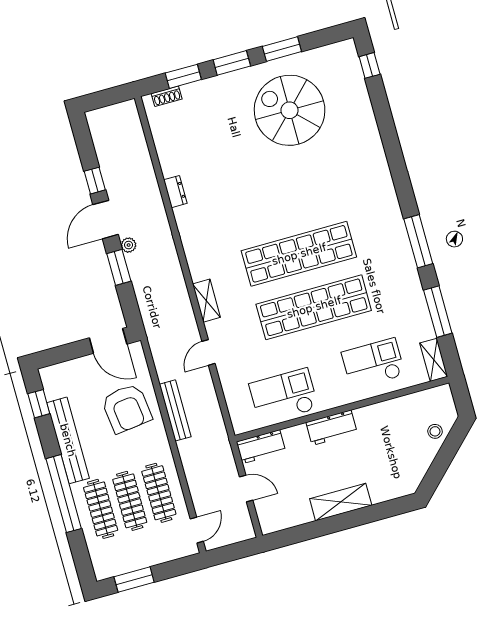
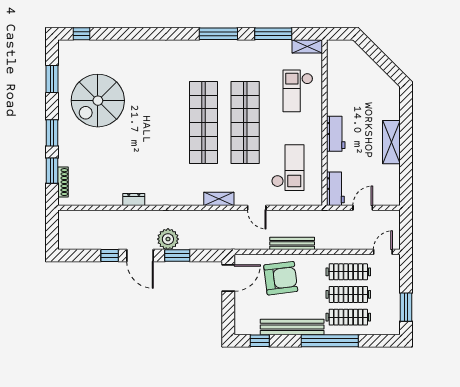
window: (282, 49) -> (52, 79), moved
shoe rack: (167, 96) -> (63, 182), width x1.43
plant: (129, 245) -> (168, 239), width x1.88, depth x1.88
checkout: (284, 396) -> (288, 168), moved, turned 180
stool: (435, 431) -> (359, 60), removed
door: (197, 530) -> (383, 252), hinge flipped

